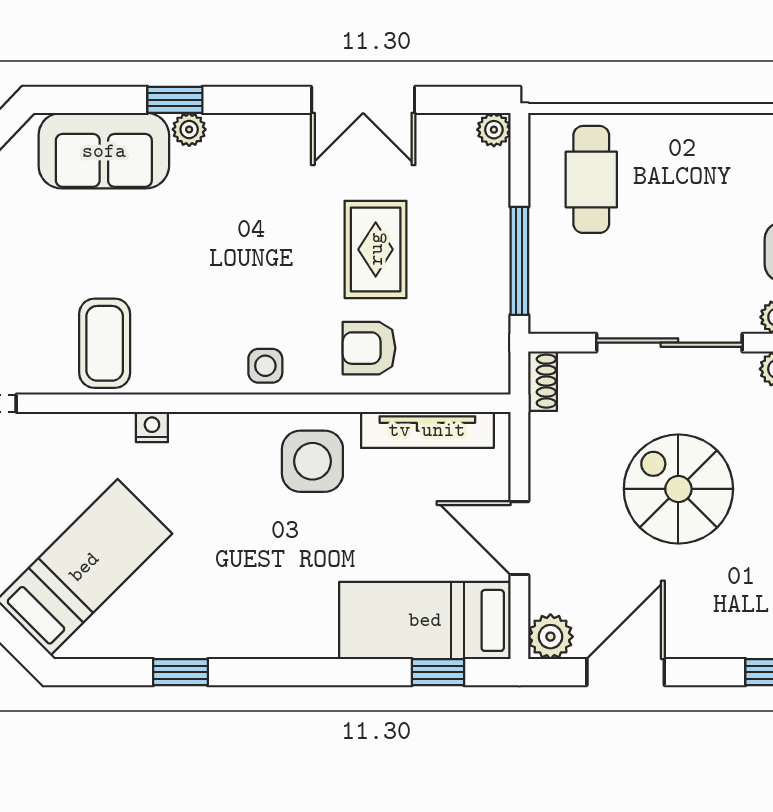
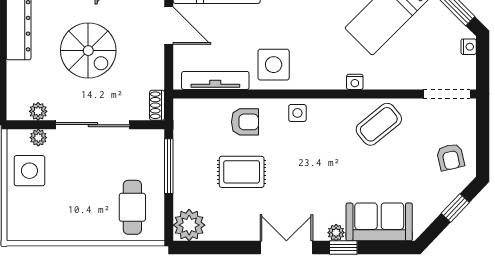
double door: (363, 100) -> (286, 248), moved
plant: (494, 130) -> (189, 225), width x1.88, depth x1.88
rug: (376, 249) -> (242, 172), turned 90
coffee table: (105, 343) -> (379, 124), turned 51

